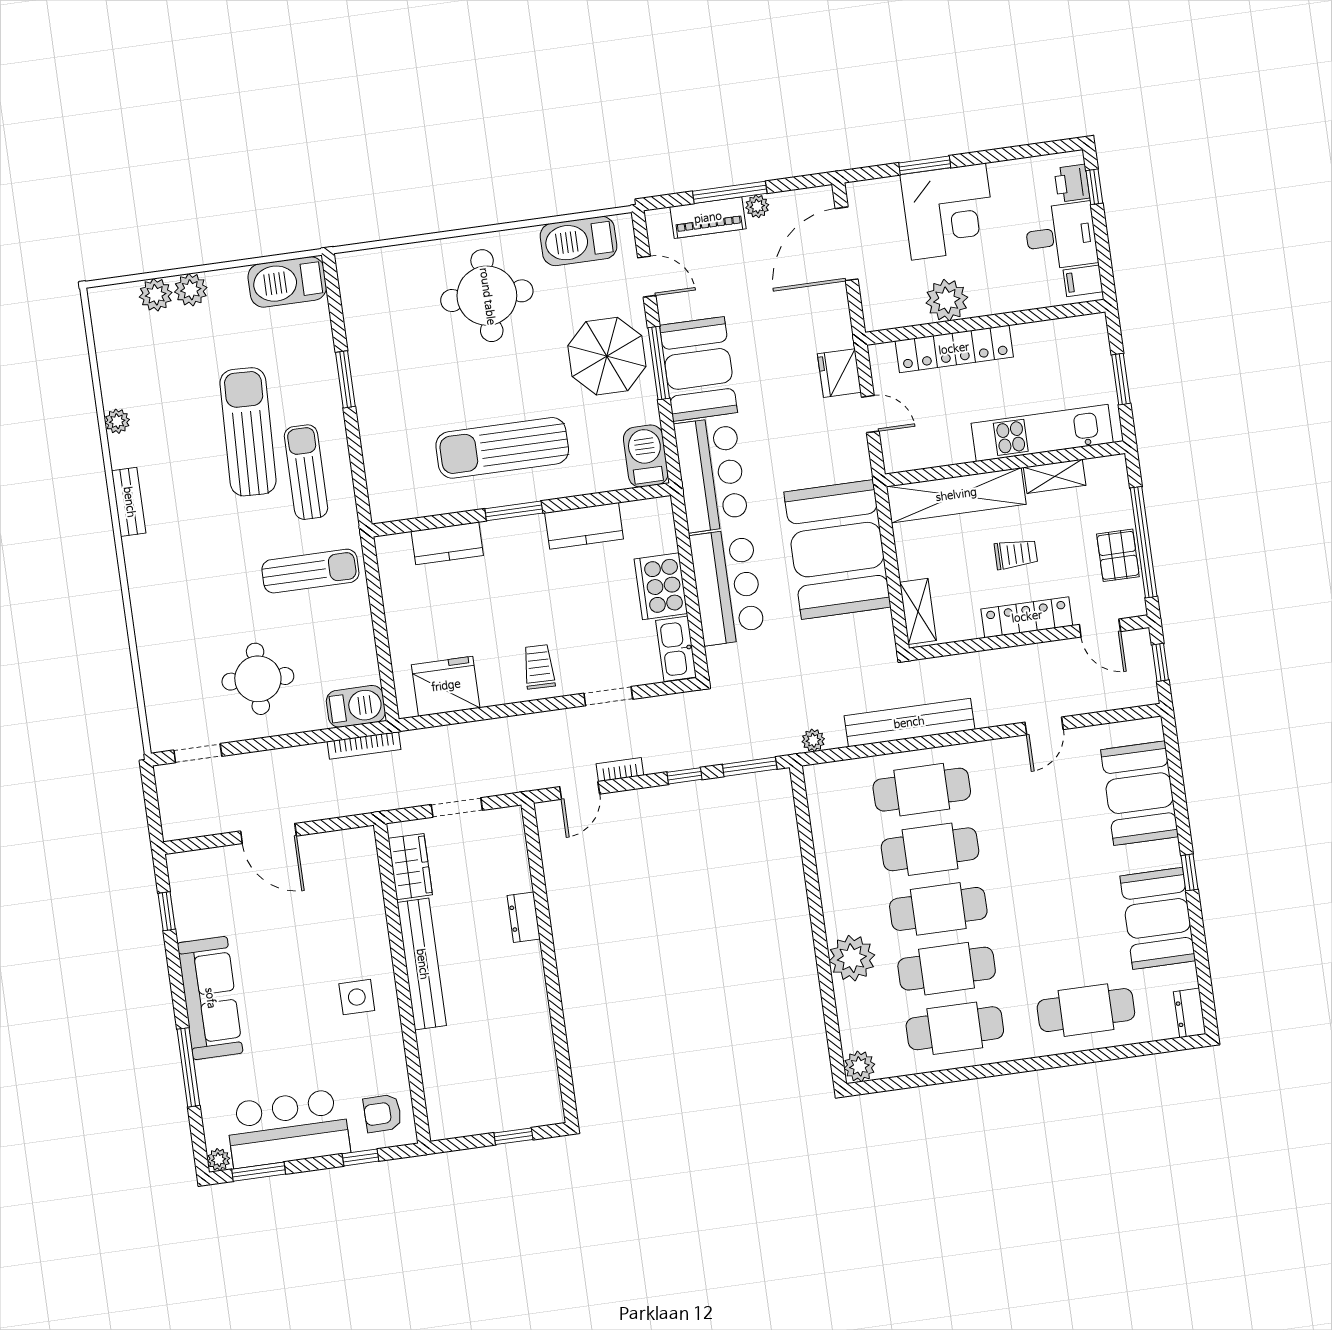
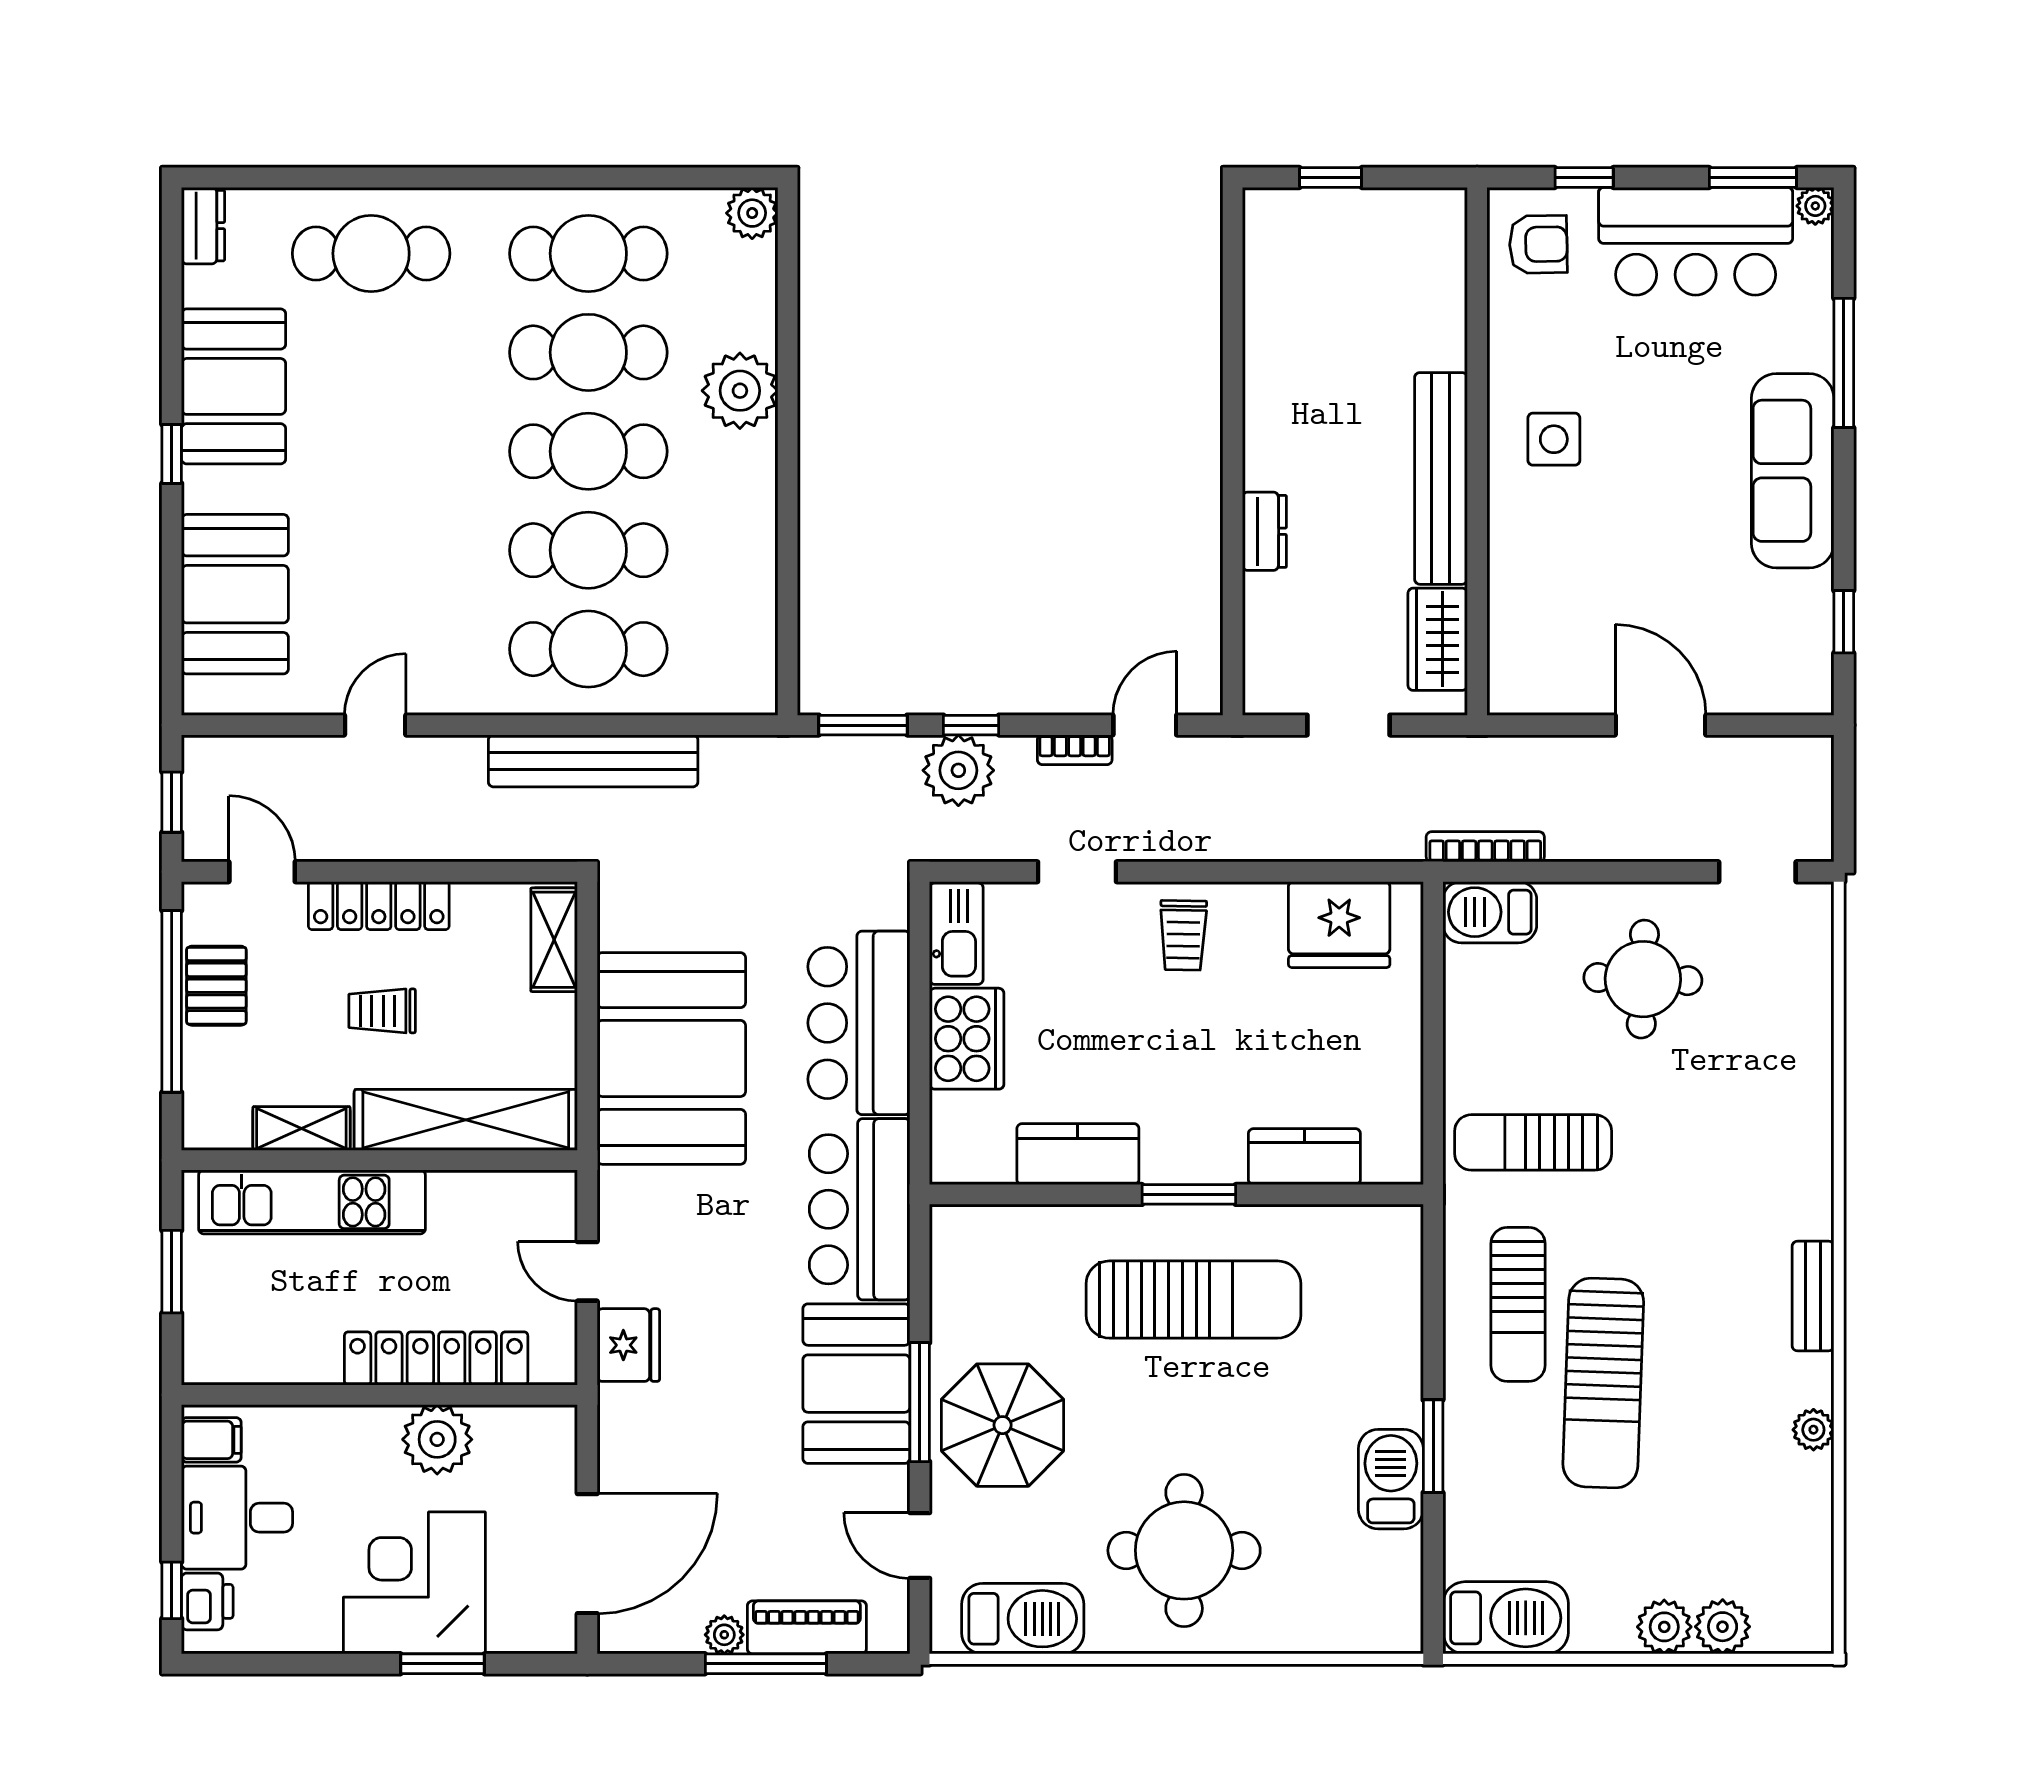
barbecue: (646, 456) -> (1391, 1479), moved, turned 180
plant: (813, 740) -> (958, 770), moved, width x1.88, depth x1.88

